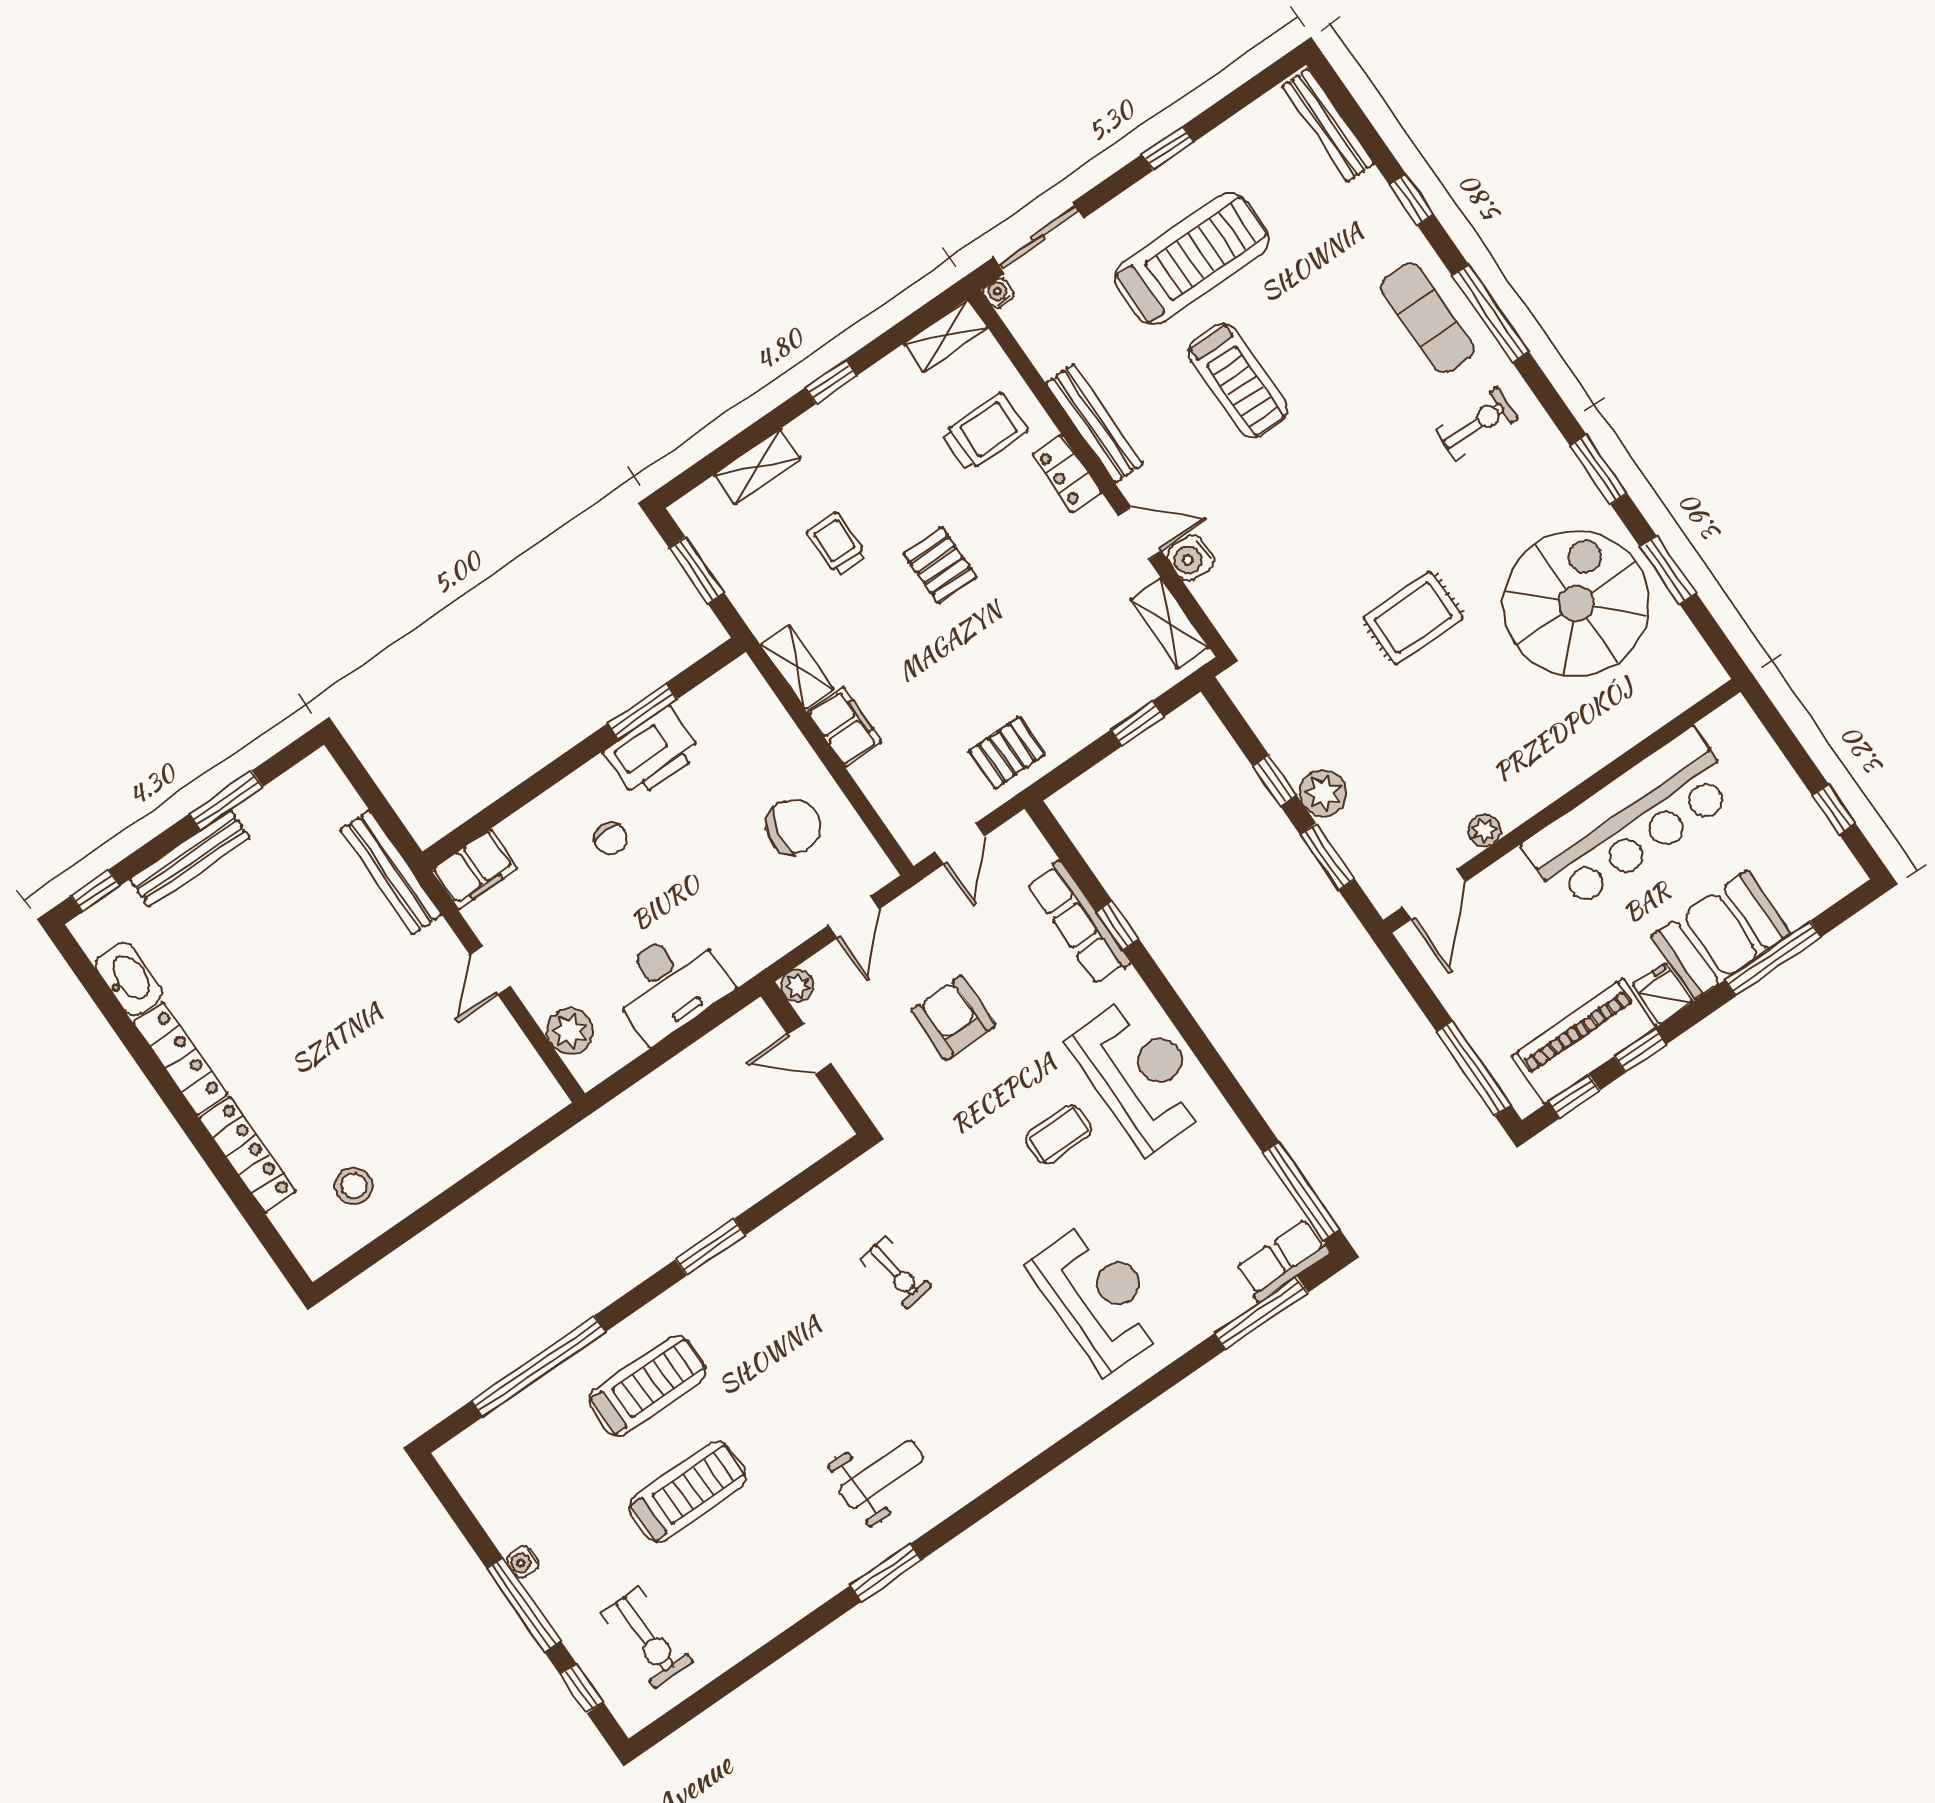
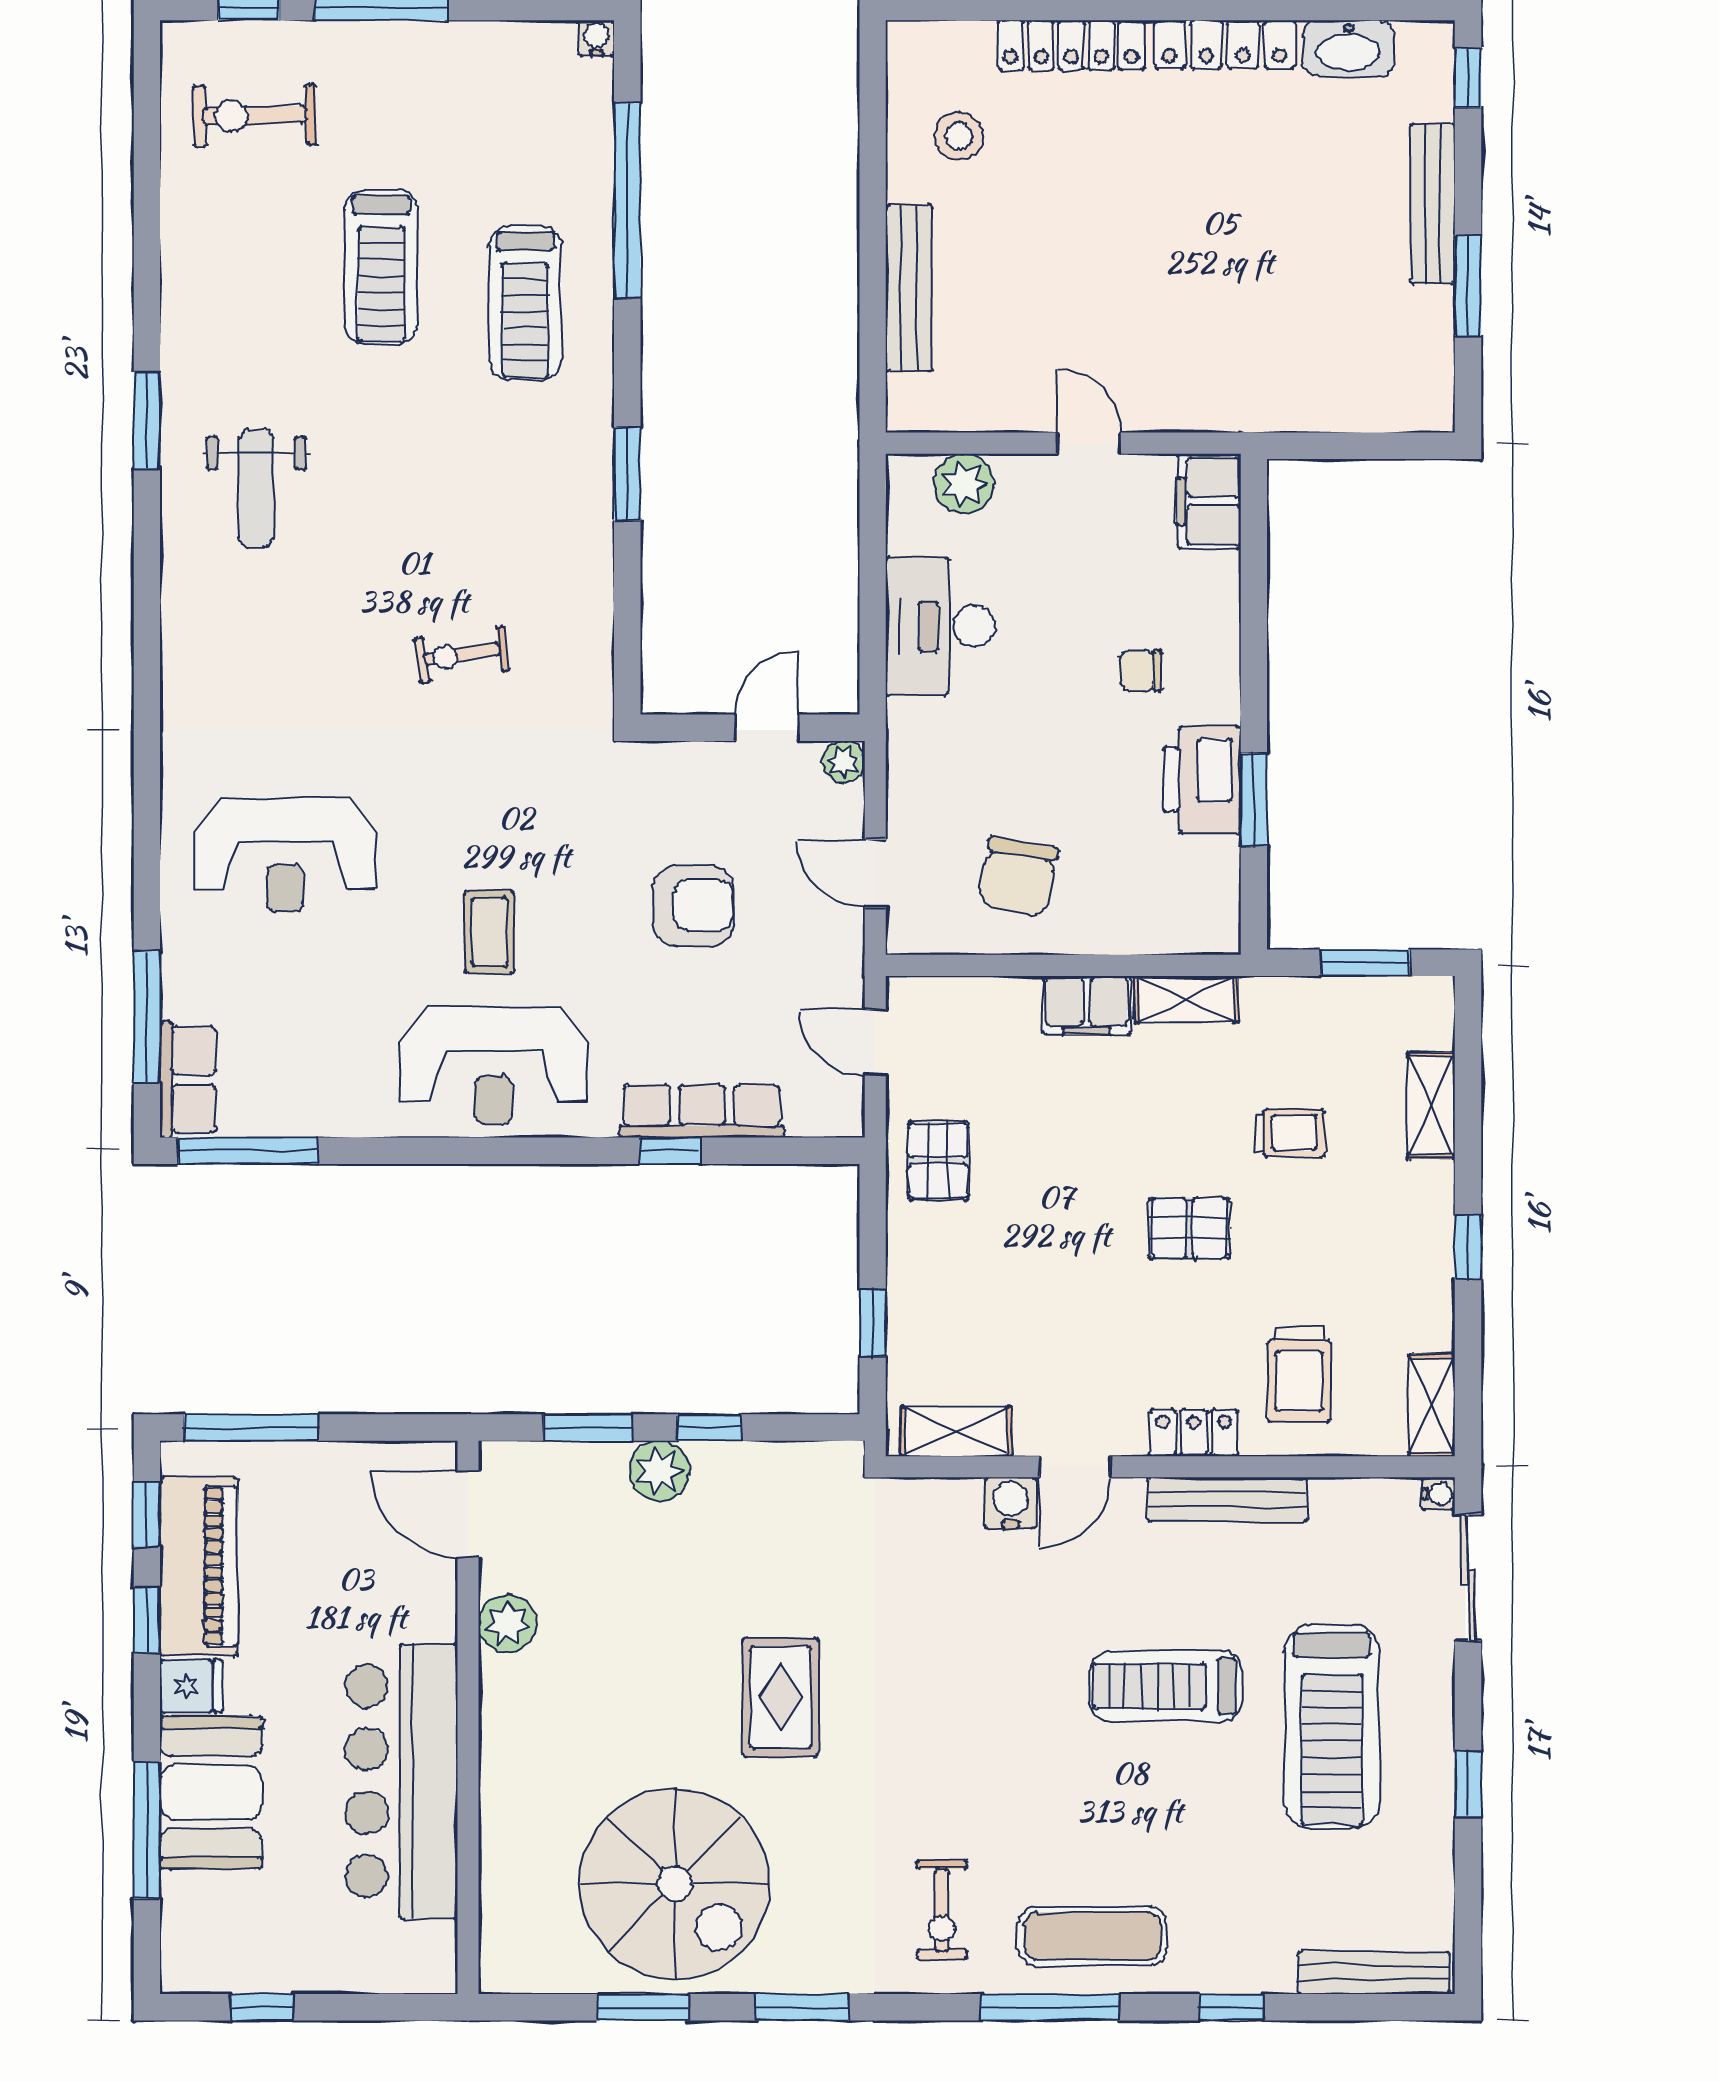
plant: (1484, 830) -> (507, 1624), width x1.38, depth x1.38
bench: (391, 872) -> (909, 288), moved, turned 90
water cooler: (523, 1562) -> (596, 38), moved

